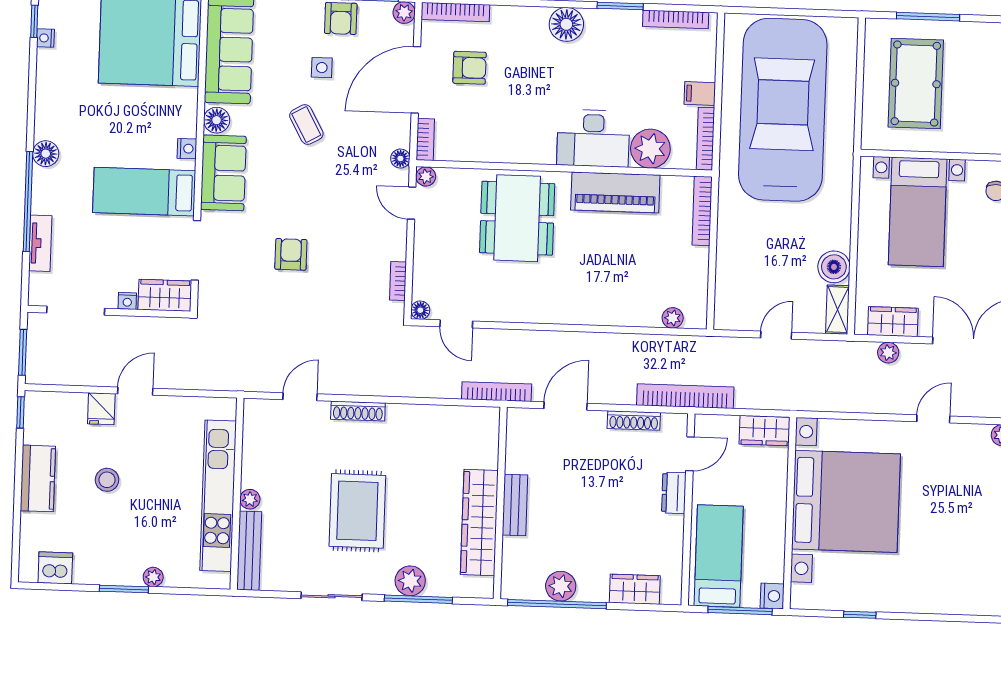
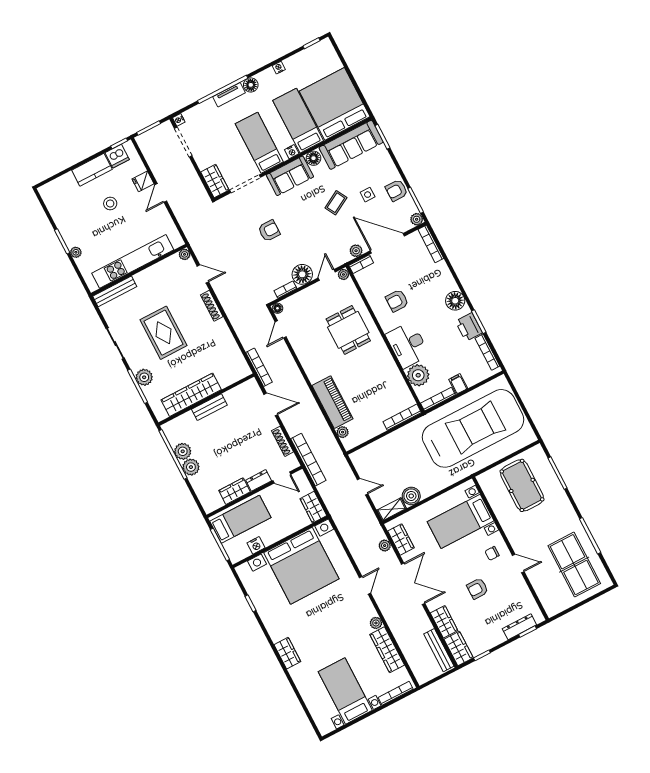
printer: (620, 26) -> (469, 327), added
nightstand: (45, 38) -> (279, 68), moved
armchair: (470, 68) -> (397, 301), moved, turned 90
pool table: (916, 84) -> (522, 485), turned 90
bed: (144, 111) -> (298, 121), added
plant: (400, 136) -> (356, 251), added
floor lamp: (400, 159) -> (302, 274), moved, width x1.89, depth x1.89
piano: (615, 192) -> (332, 402), moved, turned 180
dining table: (517, 218) -> (348, 330), width x0.73
tv unit: (40, 243) -> (229, 95), moved
nightstand: (127, 301) -> (179, 120), moved
door: (135, 391) -> (161, 193), swing flipped
door: (933, 419) -> (365, 585), hinge flipped
plant: (250, 499) -> (185, 254), moved
rug: (357, 511) -> (163, 333), turned 90
dishwasher: (55, 568) -> (117, 156), moved, turned 90
plant: (593, 587) -> (191, 467), added
wardrobe: (635, 589) -> (234, 491), moved, turned -90
nightstand: (772, 596) -> (256, 545), moved
wardrobe: (971, 601) -> (287, 653), added

